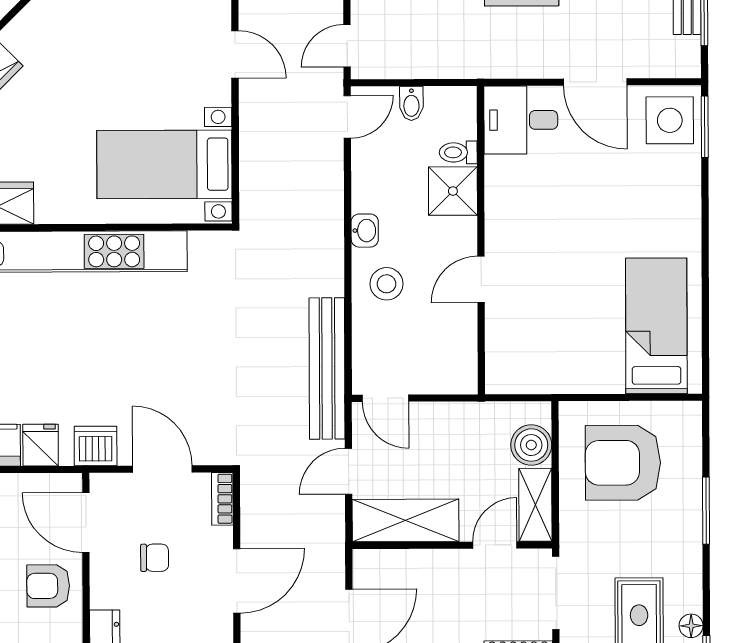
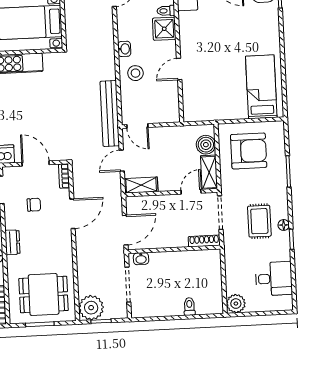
armchair: (623, 463) -> (249, 151), turned 180
shelving: (405, 520) -> (141, 185), width x0.67, depth x0.75

